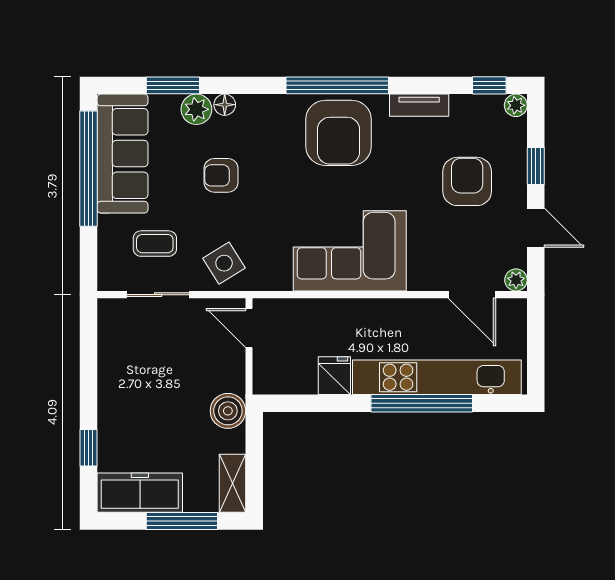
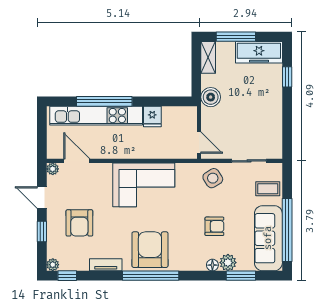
coffee table: (155, 244) -> (268, 189), moved

